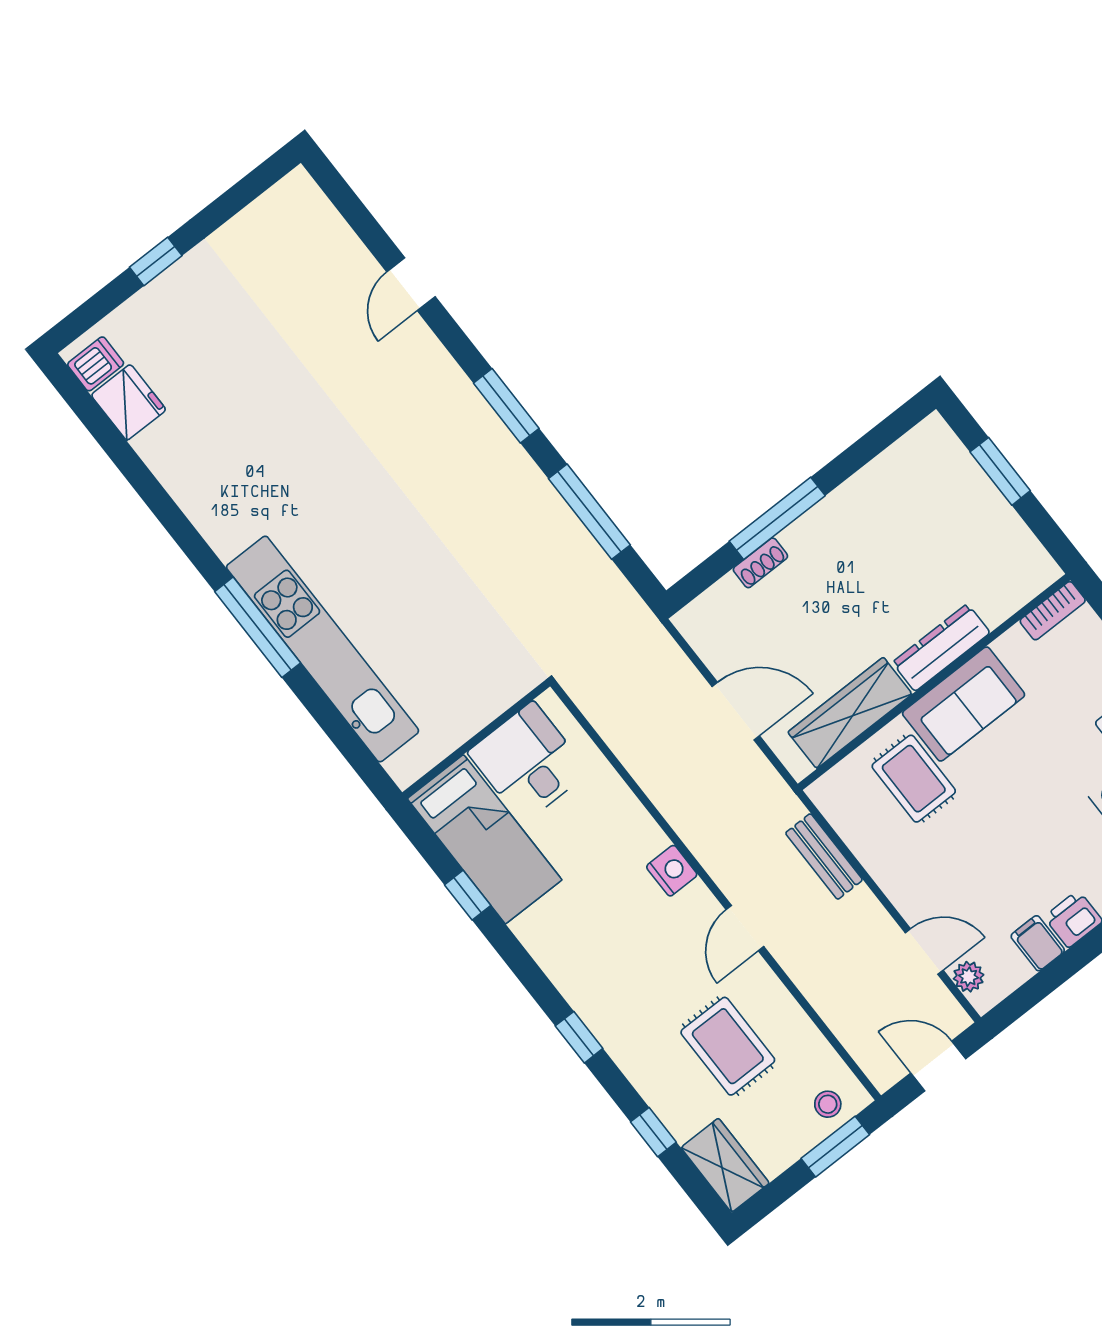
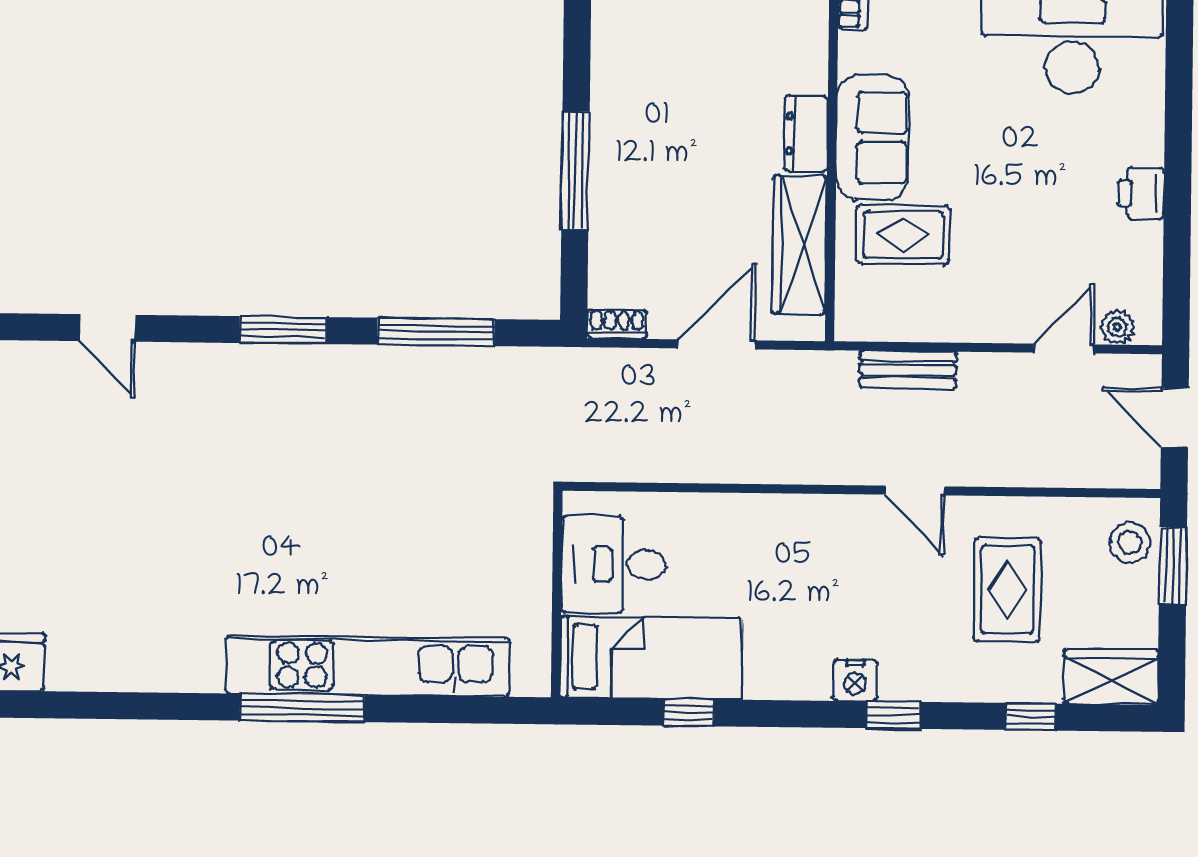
shoe rack: (760, 563) -> (617, 324), moved, turned -90
dresser: (941, 648) -> (806, 134), width x0.70
nightstand: (672, 871) -> (855, 680), moved, turned 180
filing cabinet: (1038, 943) -> (1137, 242), removed
rug: (728, 1046) -> (1008, 590), turned 90
door: (938, 1066) -> (1175, 418), hinge flipped
stool: (828, 1104) -> (1130, 543), width x1.37, depth x1.37

